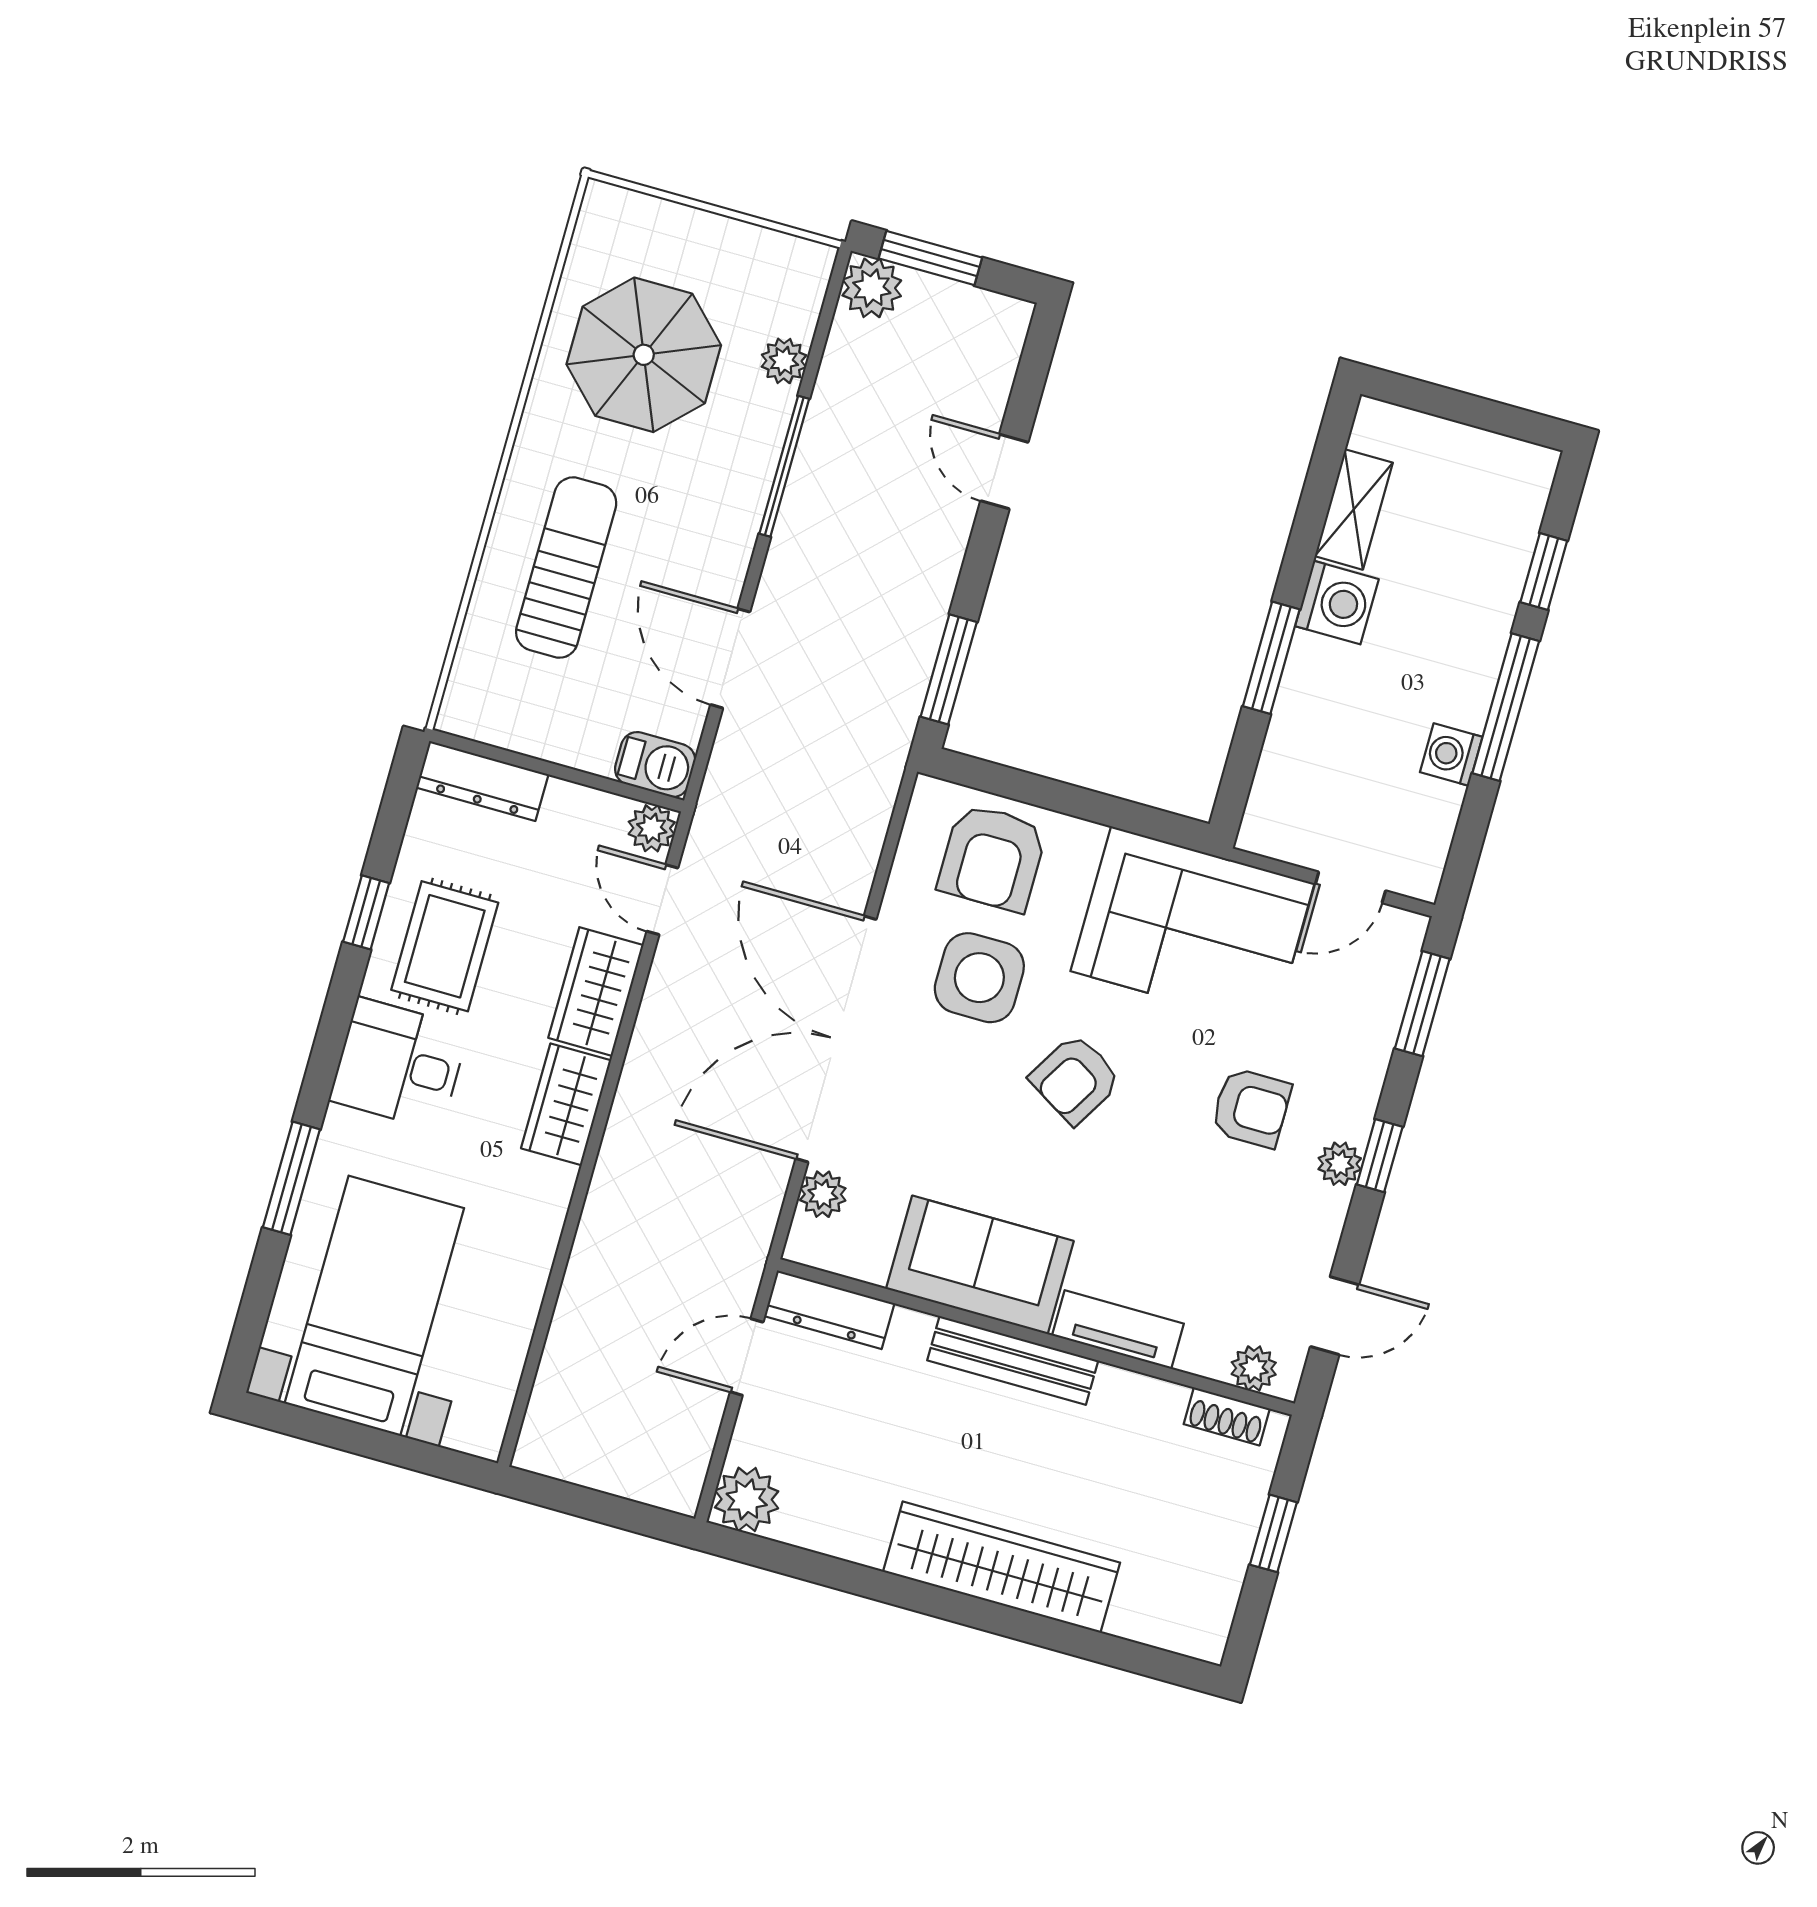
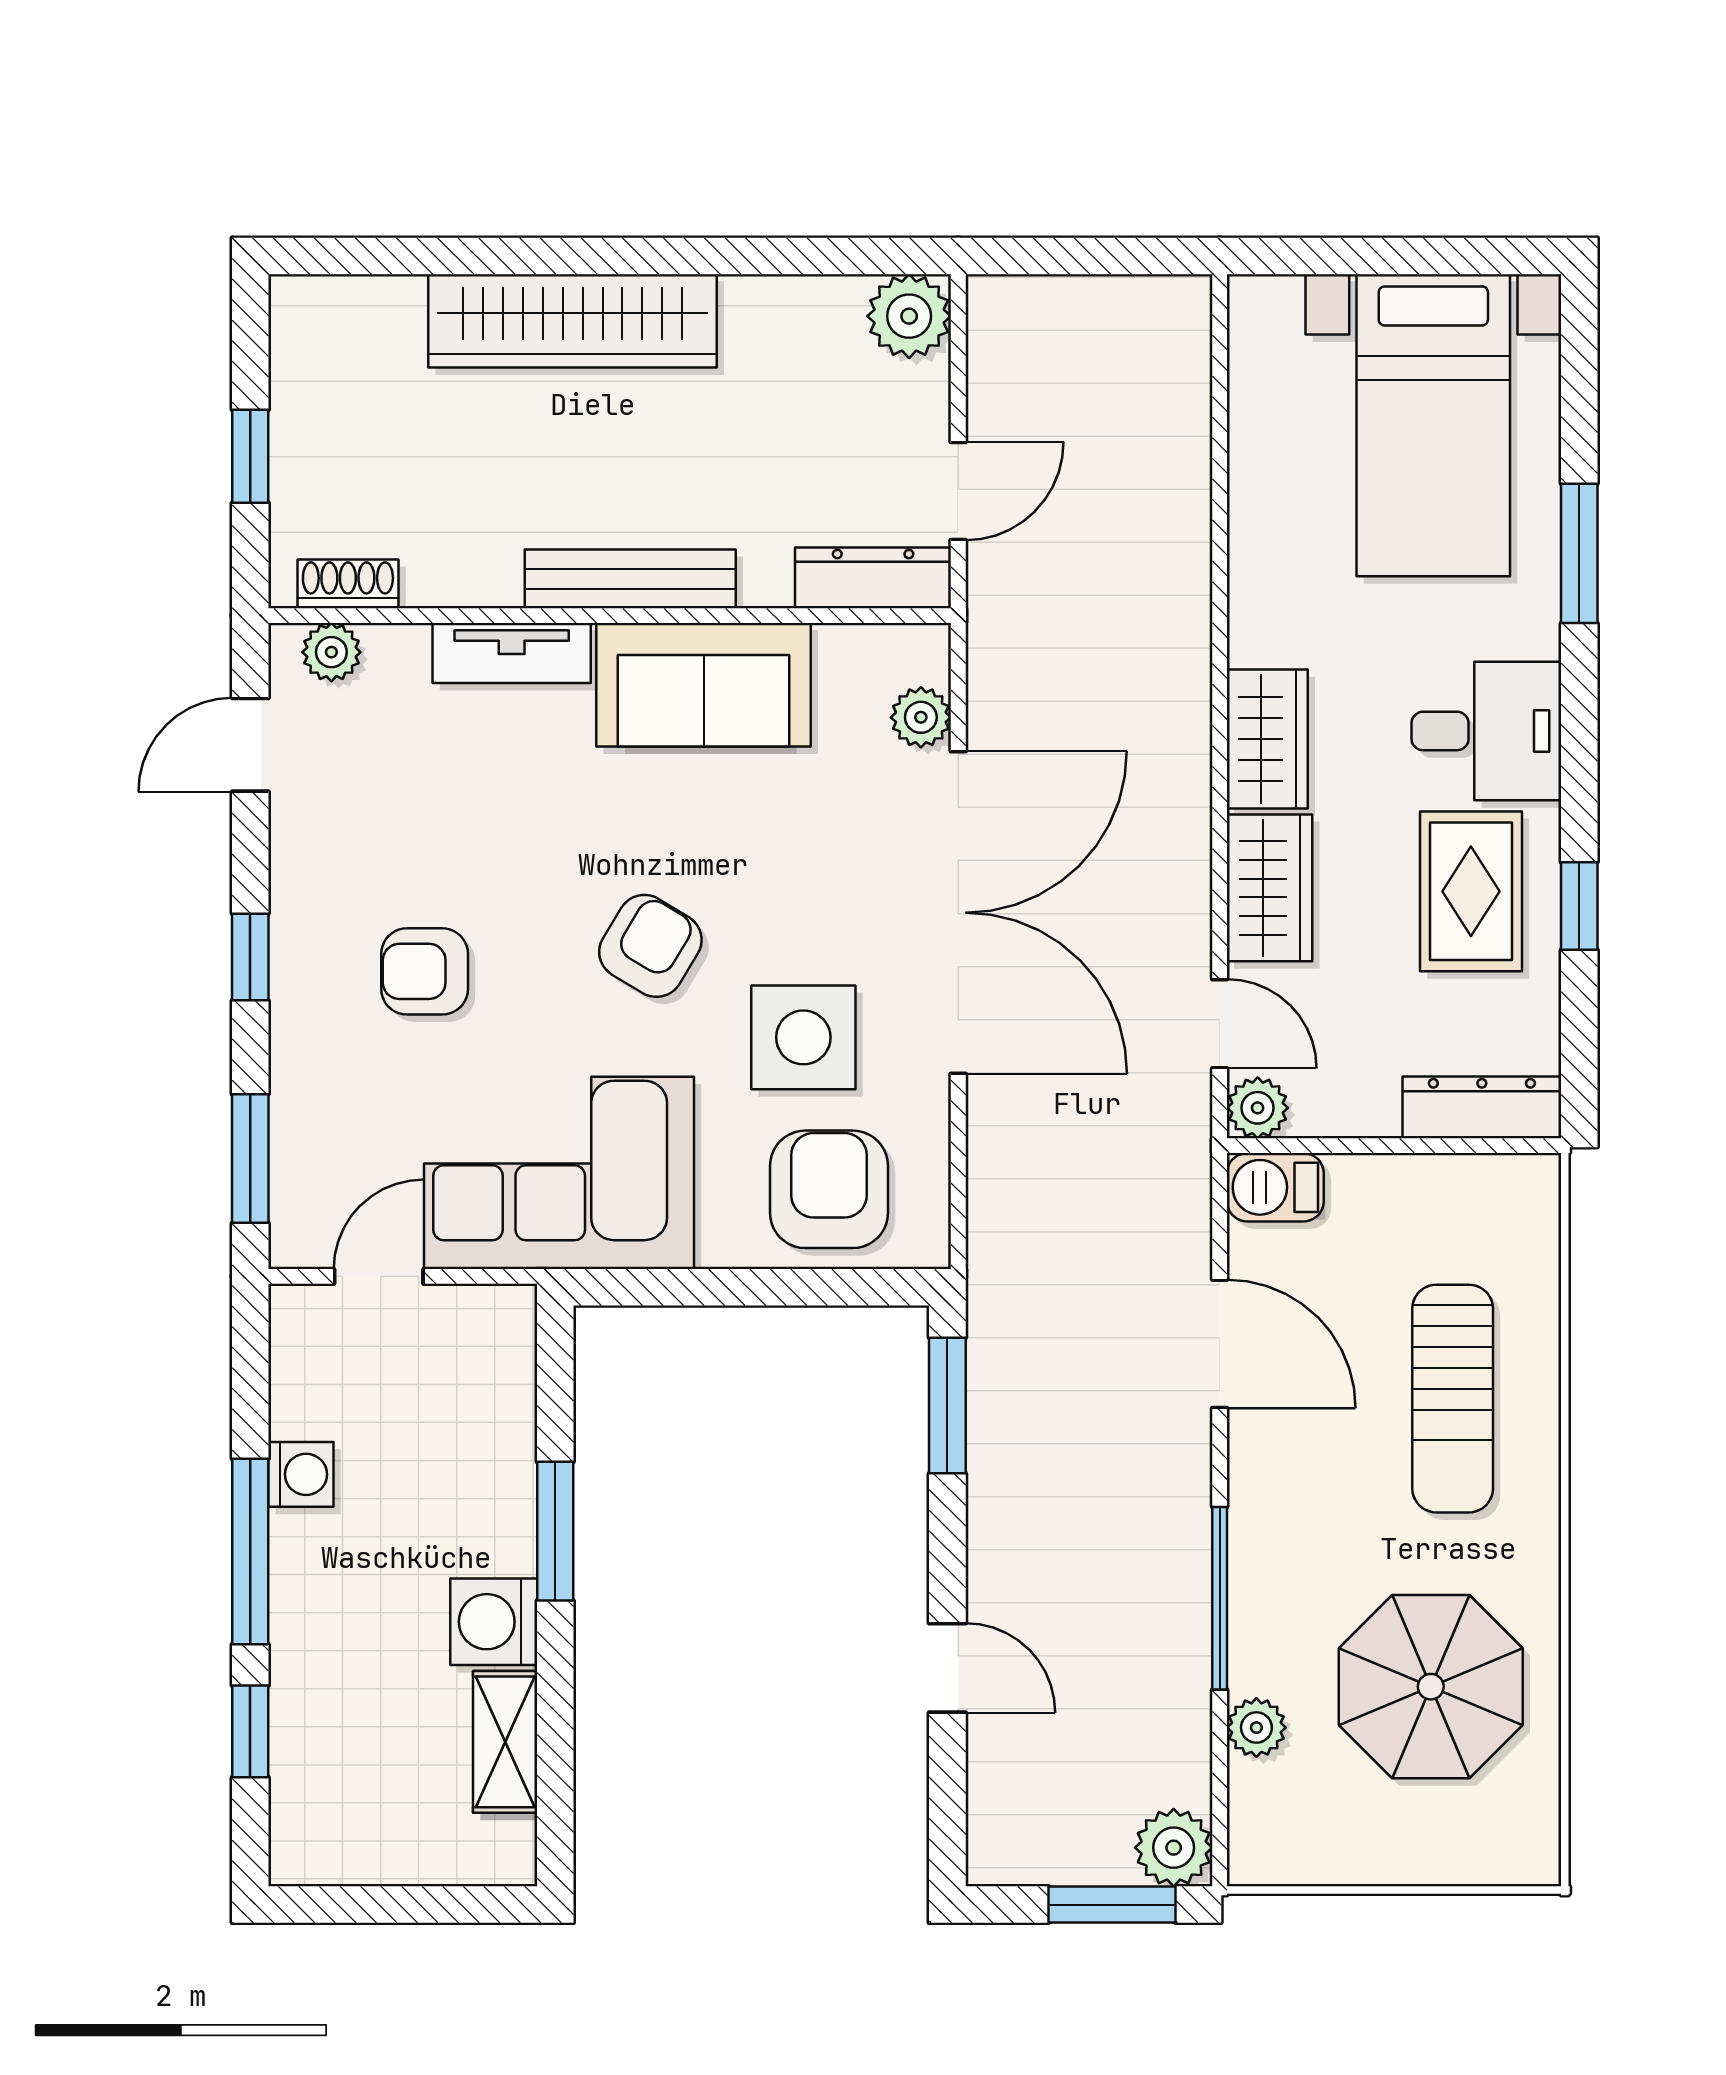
plant: (1340, 1164) -> (296, 933), removed

